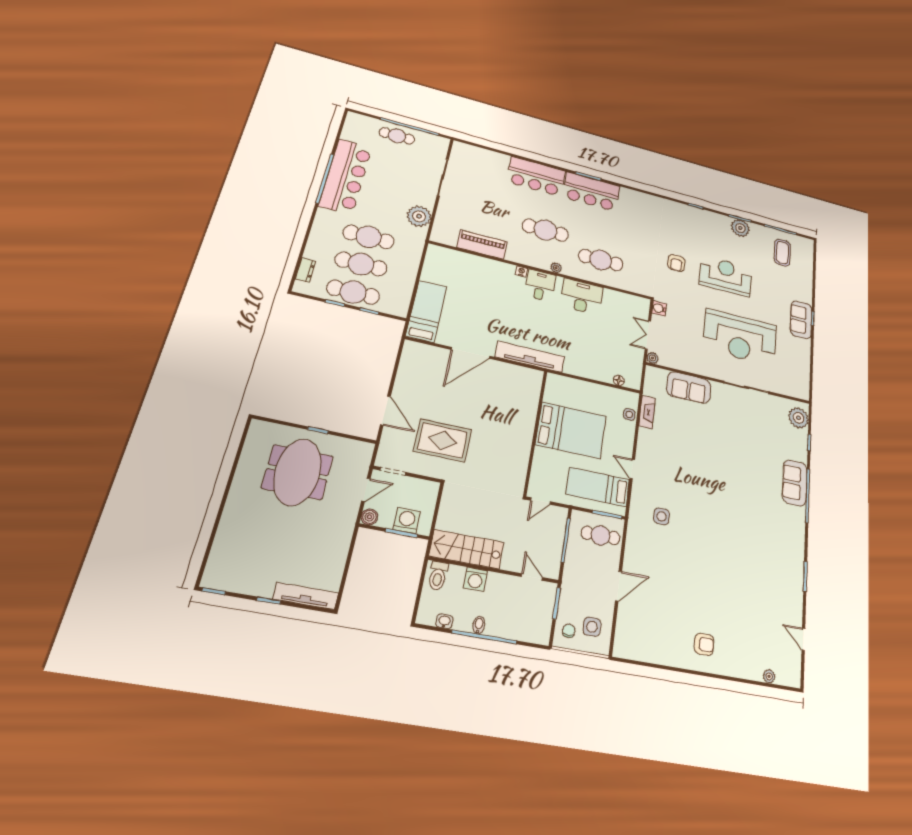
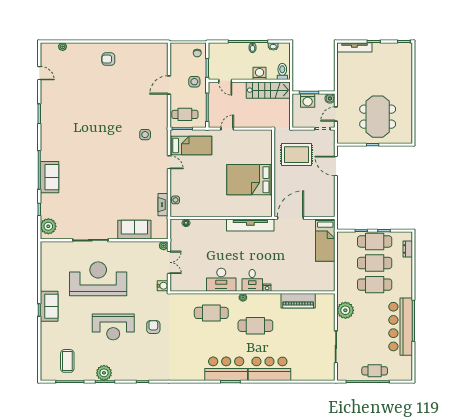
bed: (571, 430) -> (249, 180), moved
wall: (535, 432) -> (273, 173), moved
side table: (592, 627) -> (194, 82), moved

